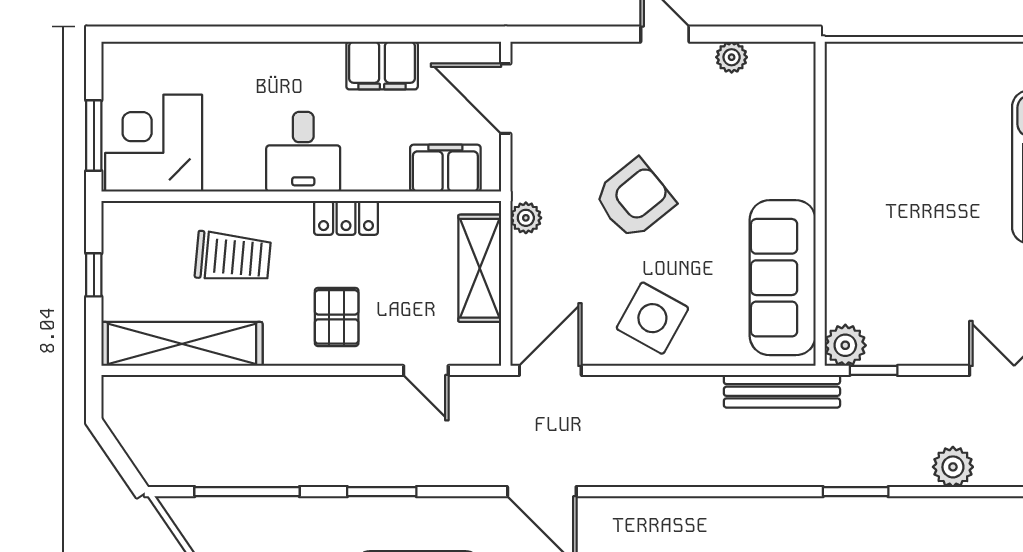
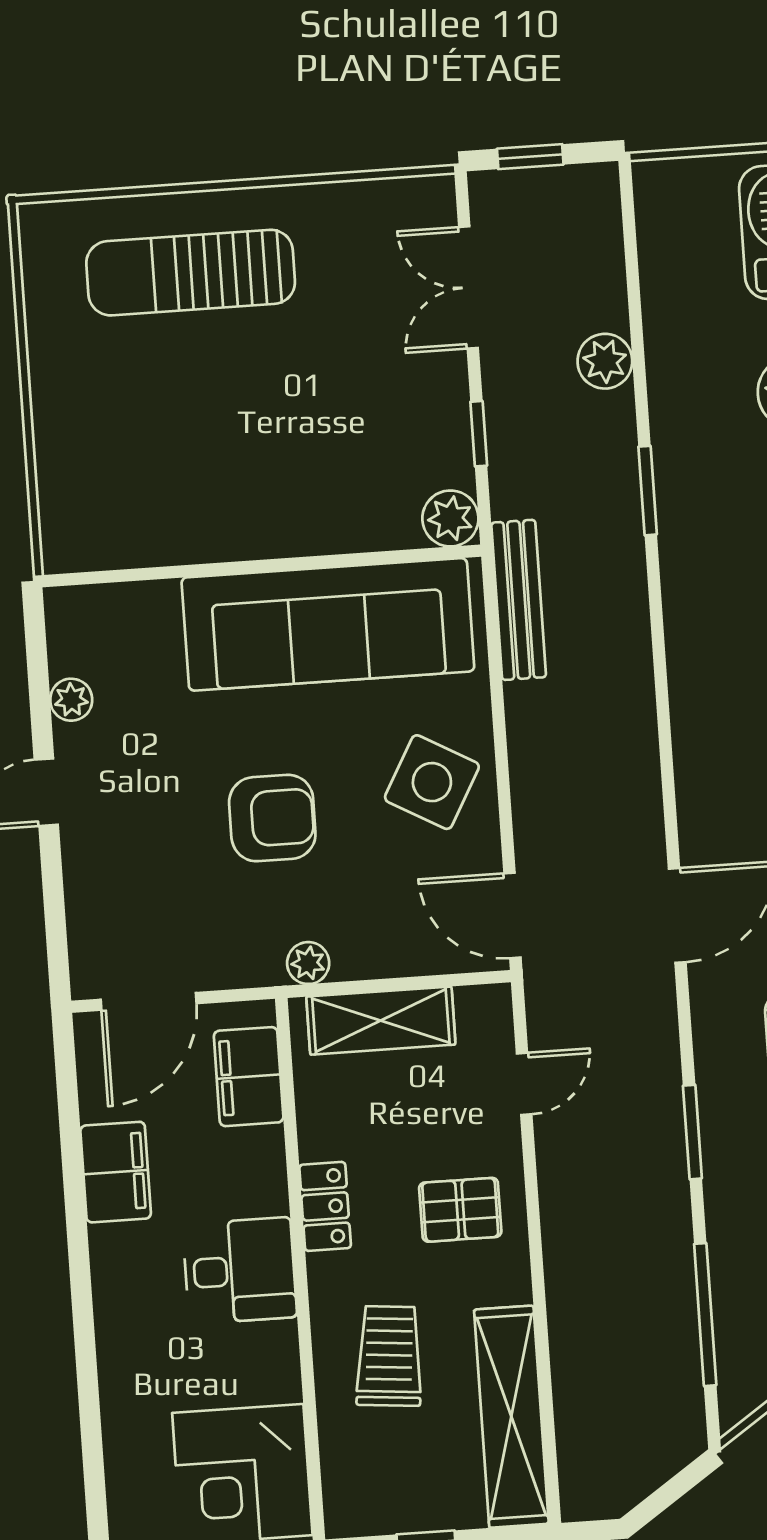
armchair: (634, 199) -> (272, 818), turned 129
sofa: (783, 278) -> (328, 624), width x1.36, depth x1.27
window: (874, 370) -> (479, 434), moved

